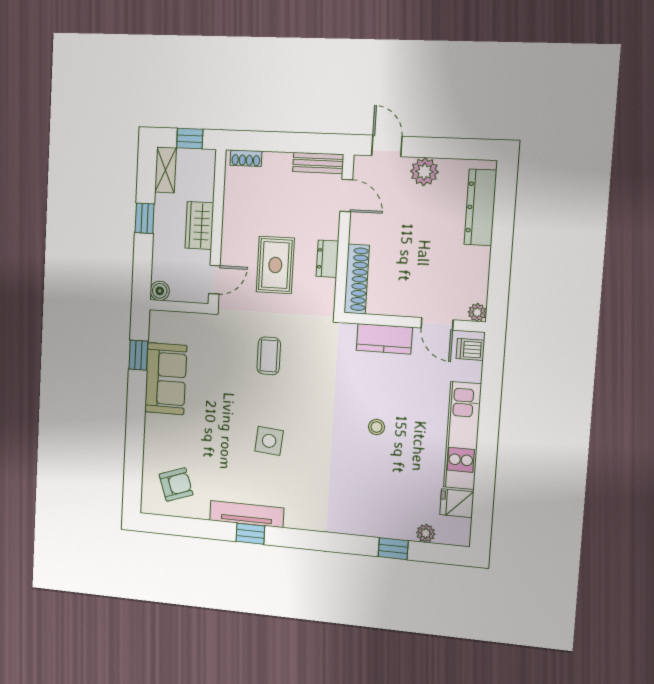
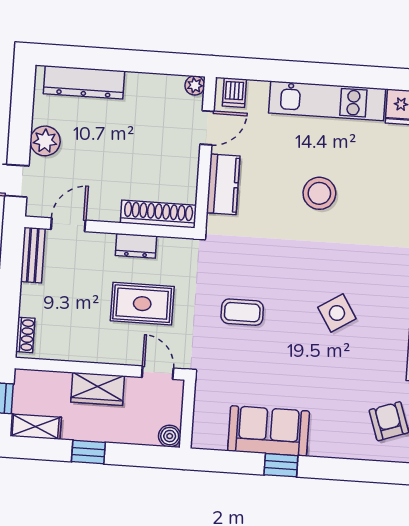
window: (138, 355) -> (281, 465), moved
stool: (377, 427) -> (319, 193), width x1.89, depth x1.89
side table: (269, 441) -> (337, 313), turned -37

